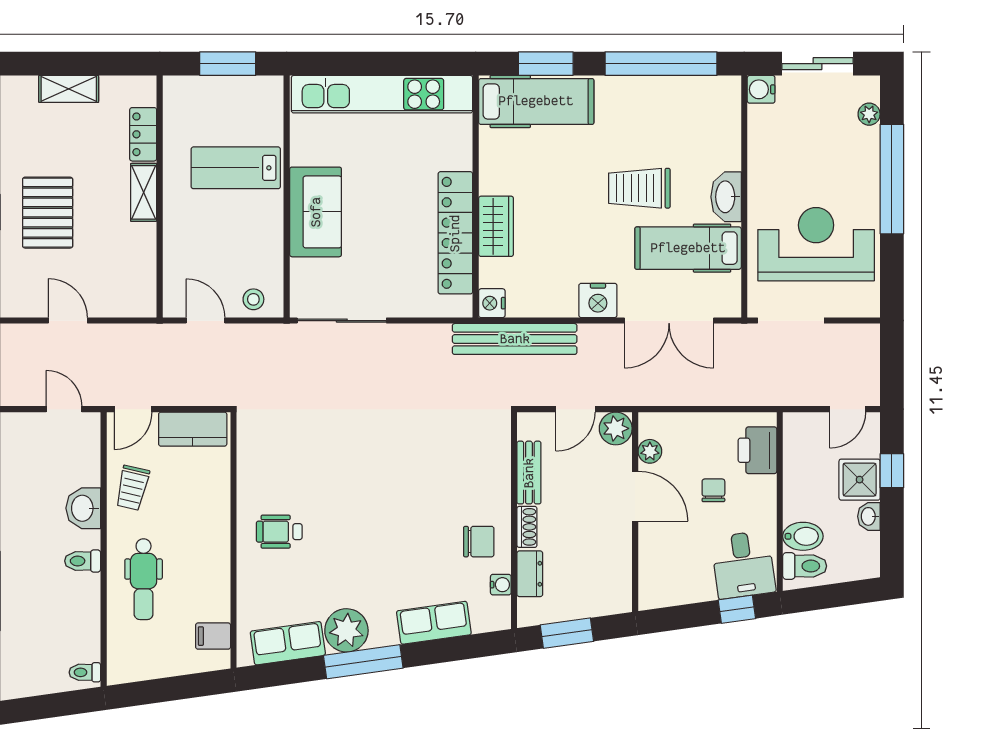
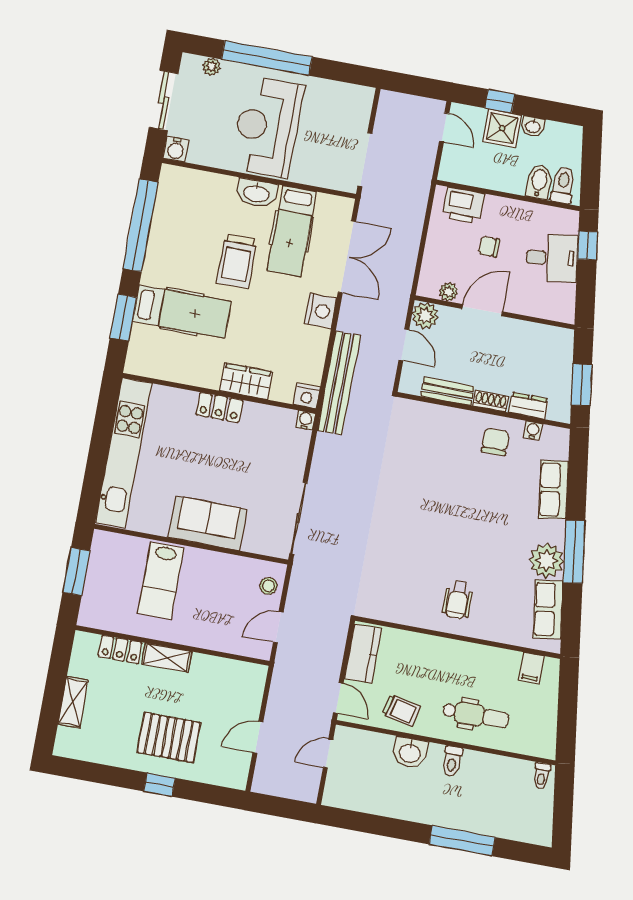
hospital bed: (536, 101) -> (182, 311), moved, turned 90
locker: (455, 233) -> (219, 407), width x0.46, depth x0.83
reception desk: (816, 244) -> (267, 127), moved
water cooler: (462, 307) -> (305, 420), added
desk: (743, 565) -> (552, 258), moved

